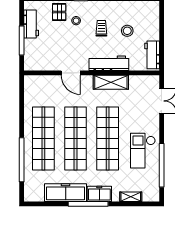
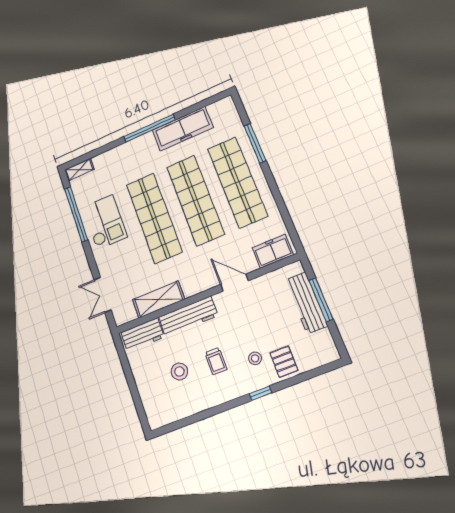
workbench: (31, 24) -> (306, 303), moved, width x1.38
workbench: (152, 55) -> (142, 335), moved, turned 90
shelving: (111, 82) -> (158, 299), moved
window: (22, 160) -> (255, 143), width x0.68
freezer: (99, 194) -> (273, 251), moved, turned 180
shelving: (131, 197) -> (79, 170), moved

